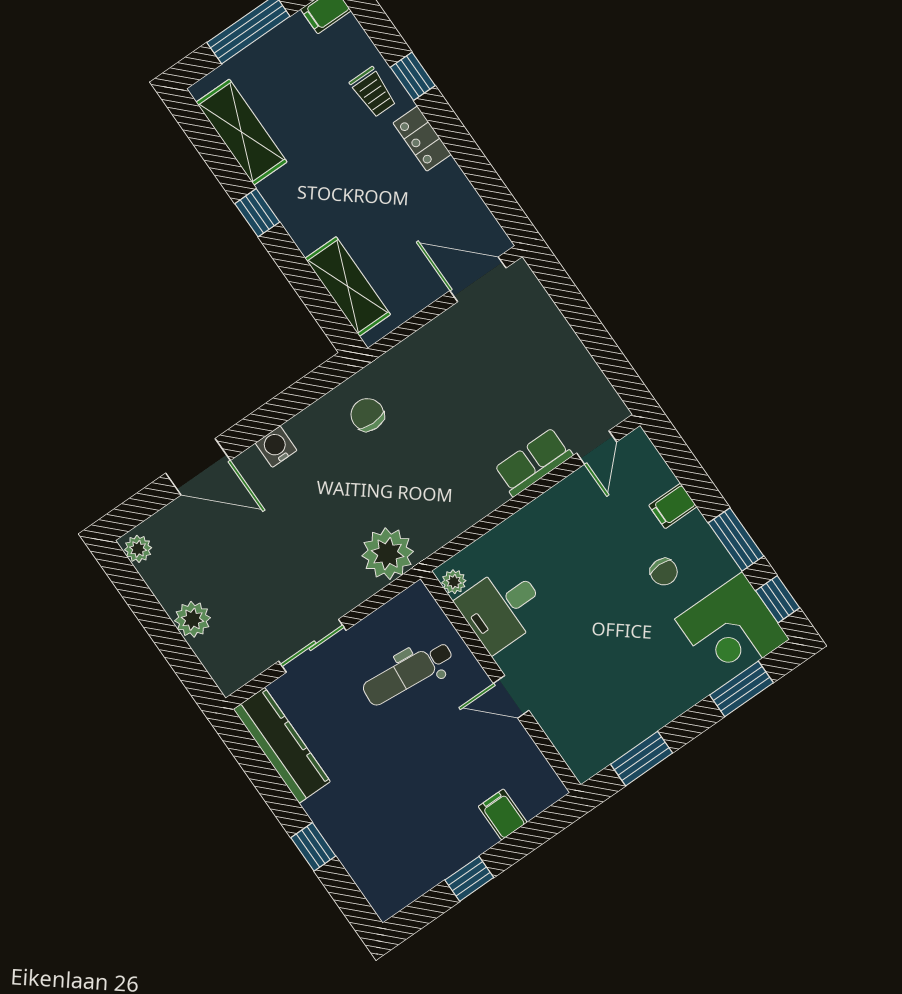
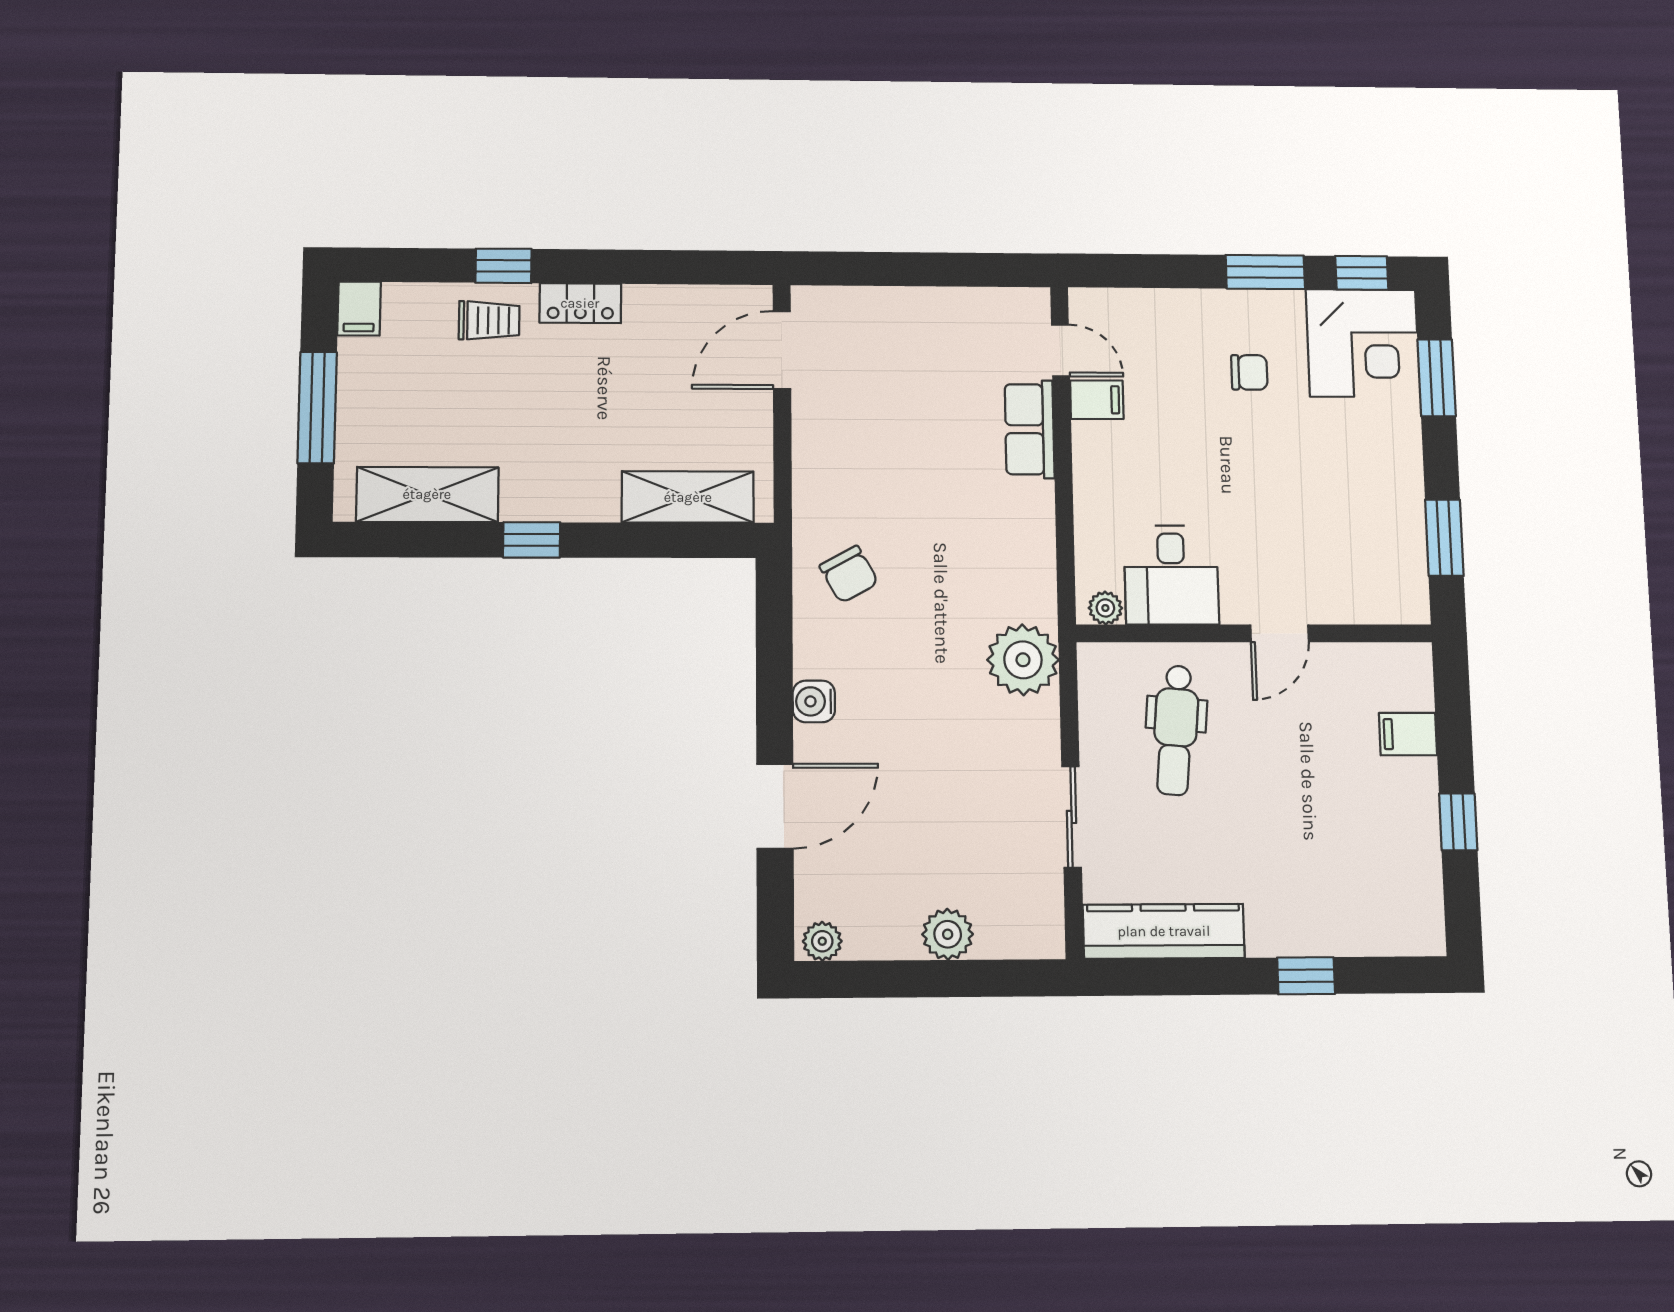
chair: (367, 415) -> (849, 574), turned -119
filing cabinet: (673, 506) -> (1097, 400), moved, turned -90

